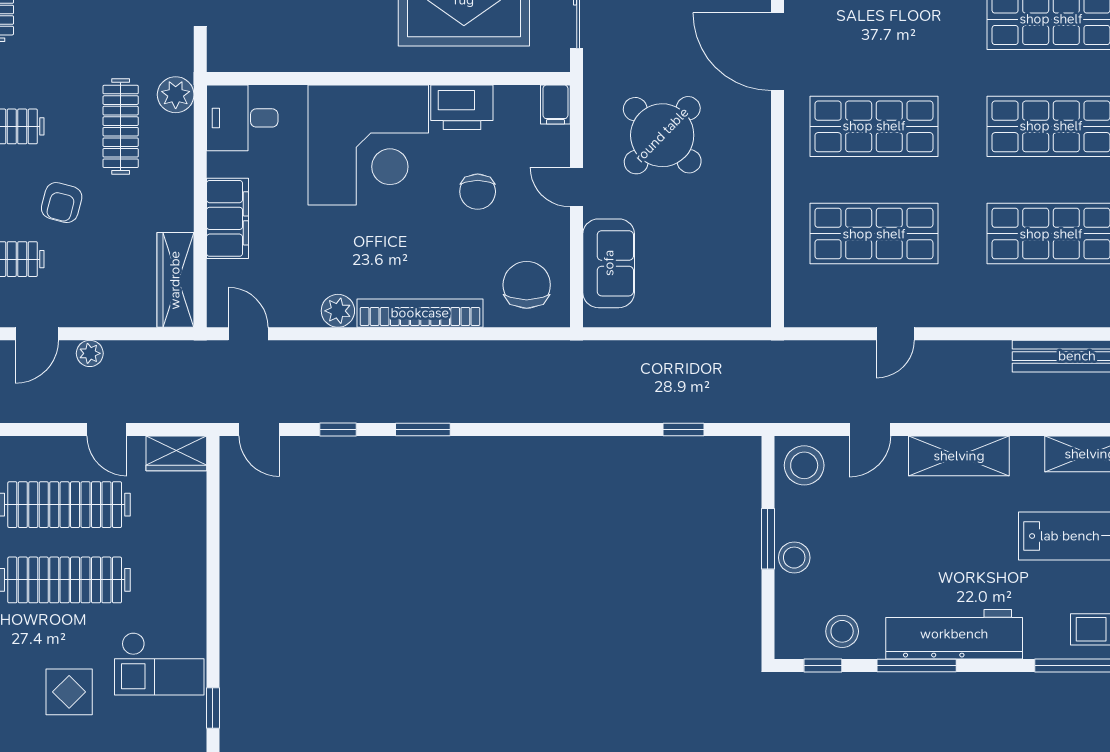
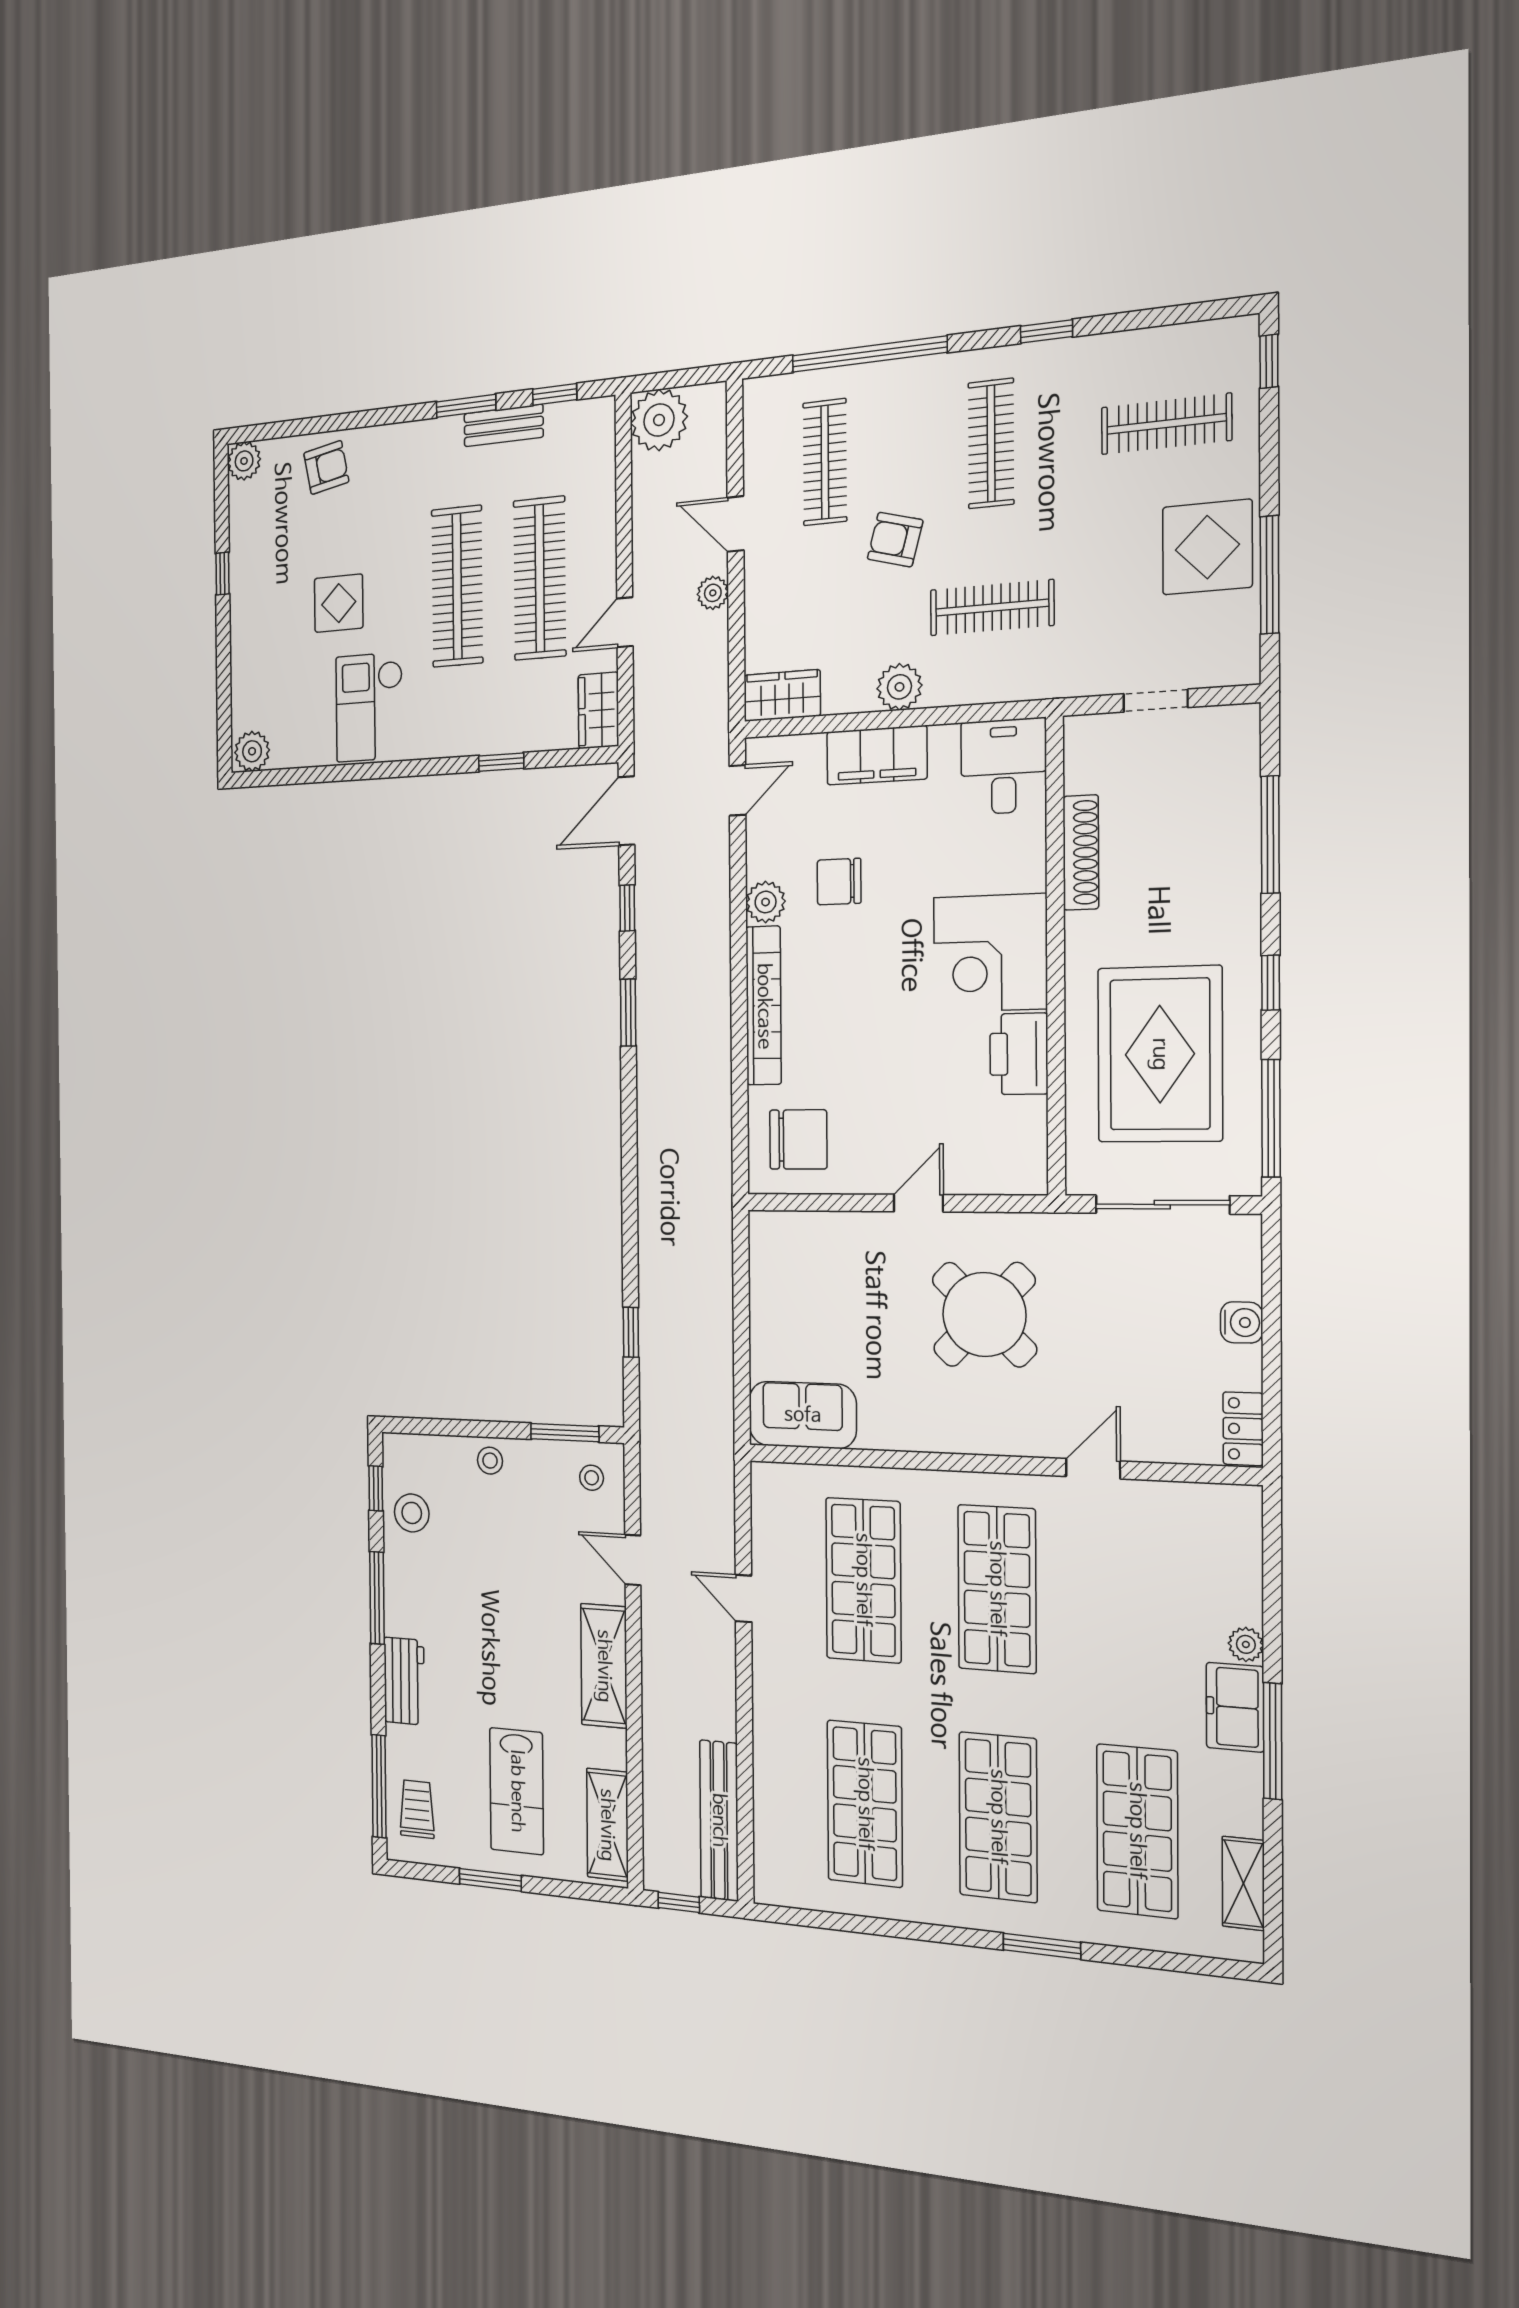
door: (777, 52) -> (1093, 1469), width x0.53
shoe rack: (311, 59) -> (1081, 852), added
plant: (176, 95) -> (899, 687), moved
filing cabinet: (555, 105) -> (1023, 1176), removed
corner desk: (368, 145) -> (990, 953), width x0.74, depth x0.74
chair: (478, 192) -> (839, 882), moved
sofa: (609, 263) -> (803, 1415), moved, turned 180
wardrobe: (175, 280) -> (782, 695), width x0.67
door: (259, 429) -> (626, 811), width x1.38
stool: (804, 465) -> (592, 1478), width x0.53, depth x0.53
window: (768, 539) -> (565, 1433), moved
stool: (794, 558) -> (490, 1461), width x0.73, depth x0.73
workbench: (954, 634) -> (404, 1681), width x0.53, depth x0.76
window: (213, 708) -> (501, 762), moved

